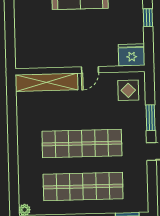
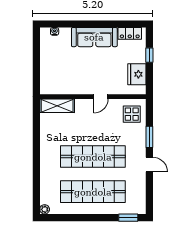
fridge: (132, 55) -> (137, 74), moved, turned -90
shelving: (46, 82) -> (57, 106), width x0.68

